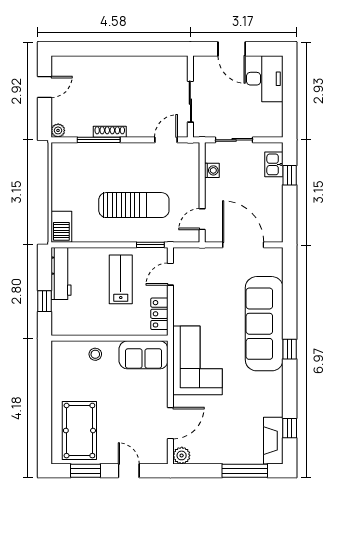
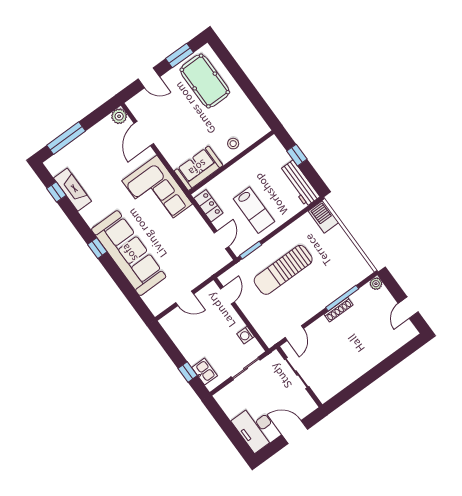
door: (243, 245) -> (185, 298), width x0.53
fireplace: (273, 441) -> (73, 190), moved

